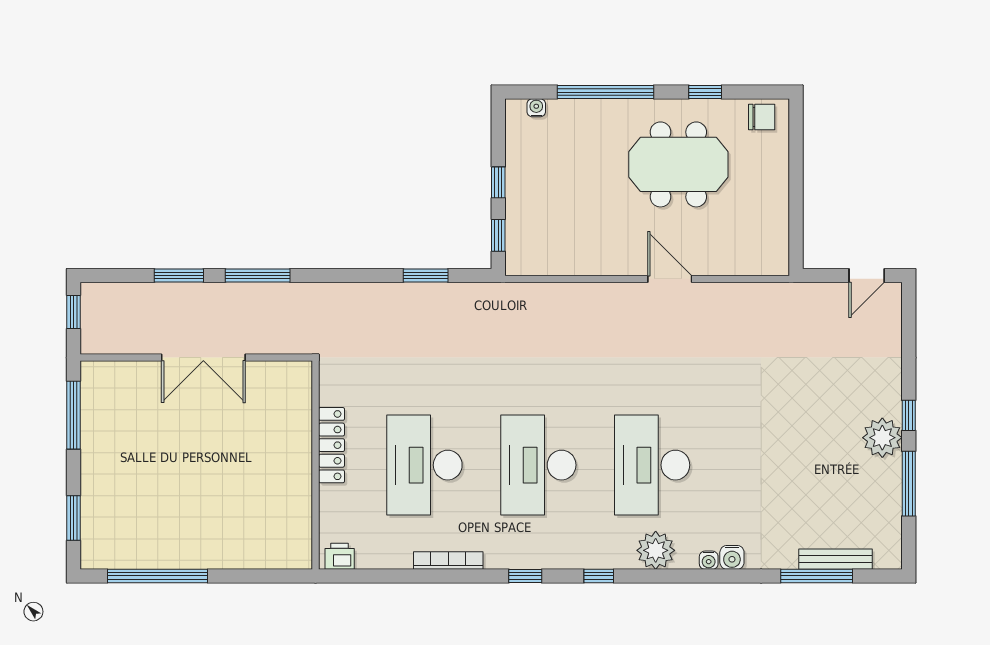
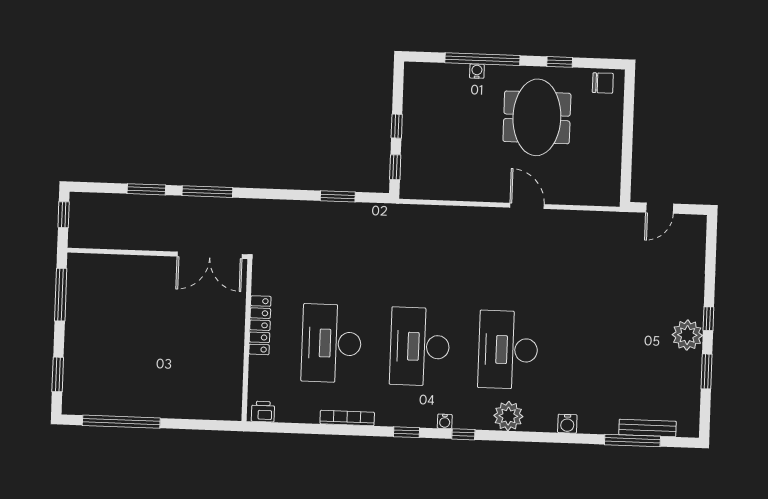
water cooler: (536, 108) -> (477, 71), moved
meeting table: (678, 164) -> (537, 117), turned 90
door: (867, 276) -> (660, 208), moved
double door: (203, 358) -> (210, 255), moved
window: (909, 484) -> (706, 371), width x0.69
water cooler: (709, 560) -> (445, 421), moved

